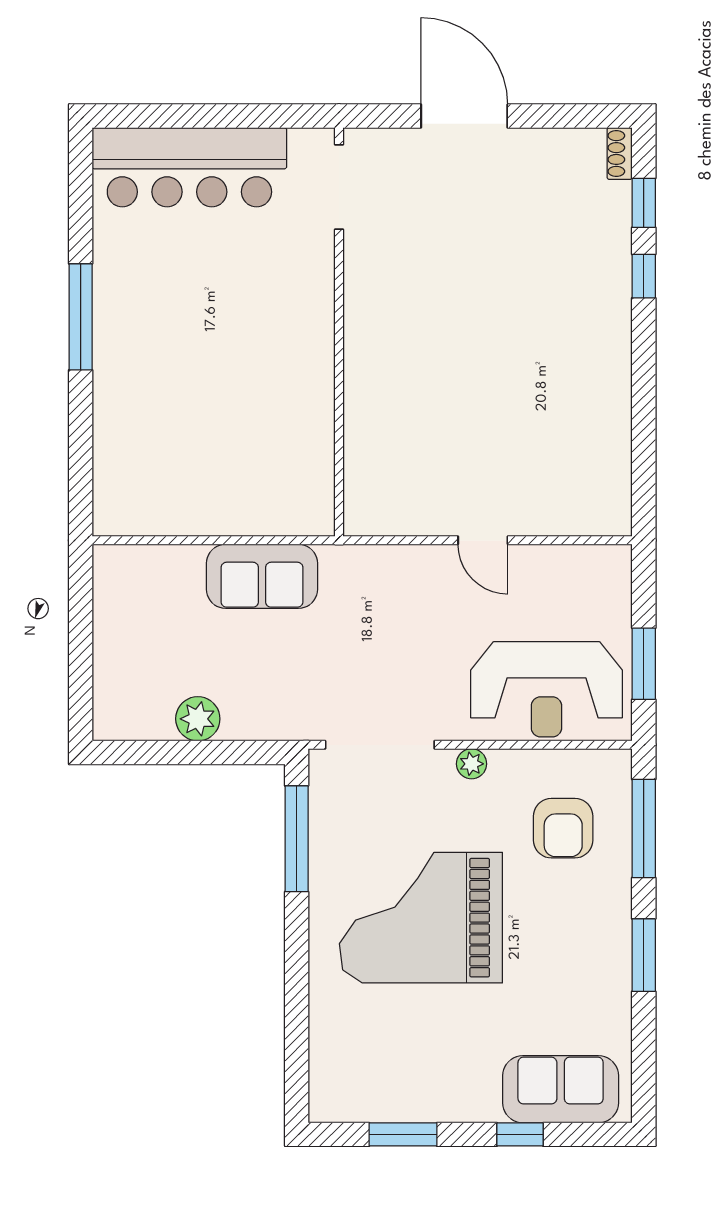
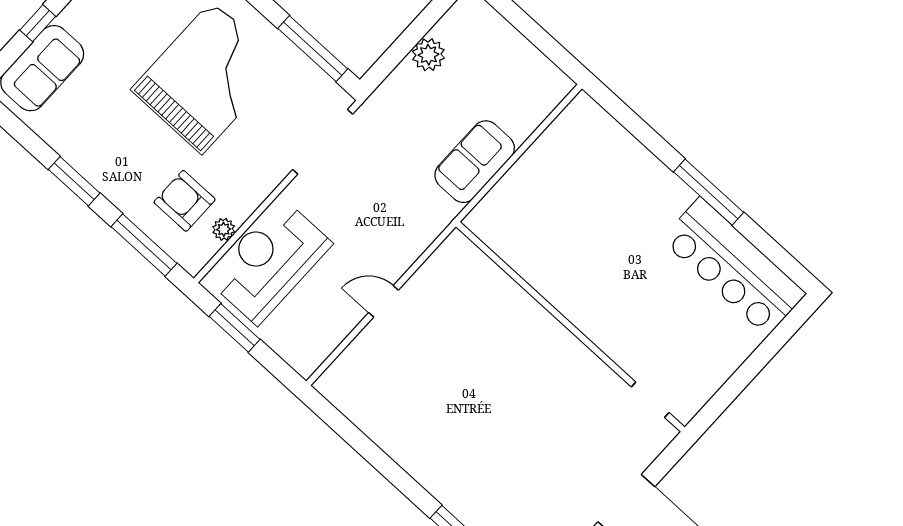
bar counter: (189, 167) -> (734, 267), moved, turned -90
doorway: (339, 187) -> (650, 400), width x0.73
plant: (472, 764) -> (224, 229), moved

